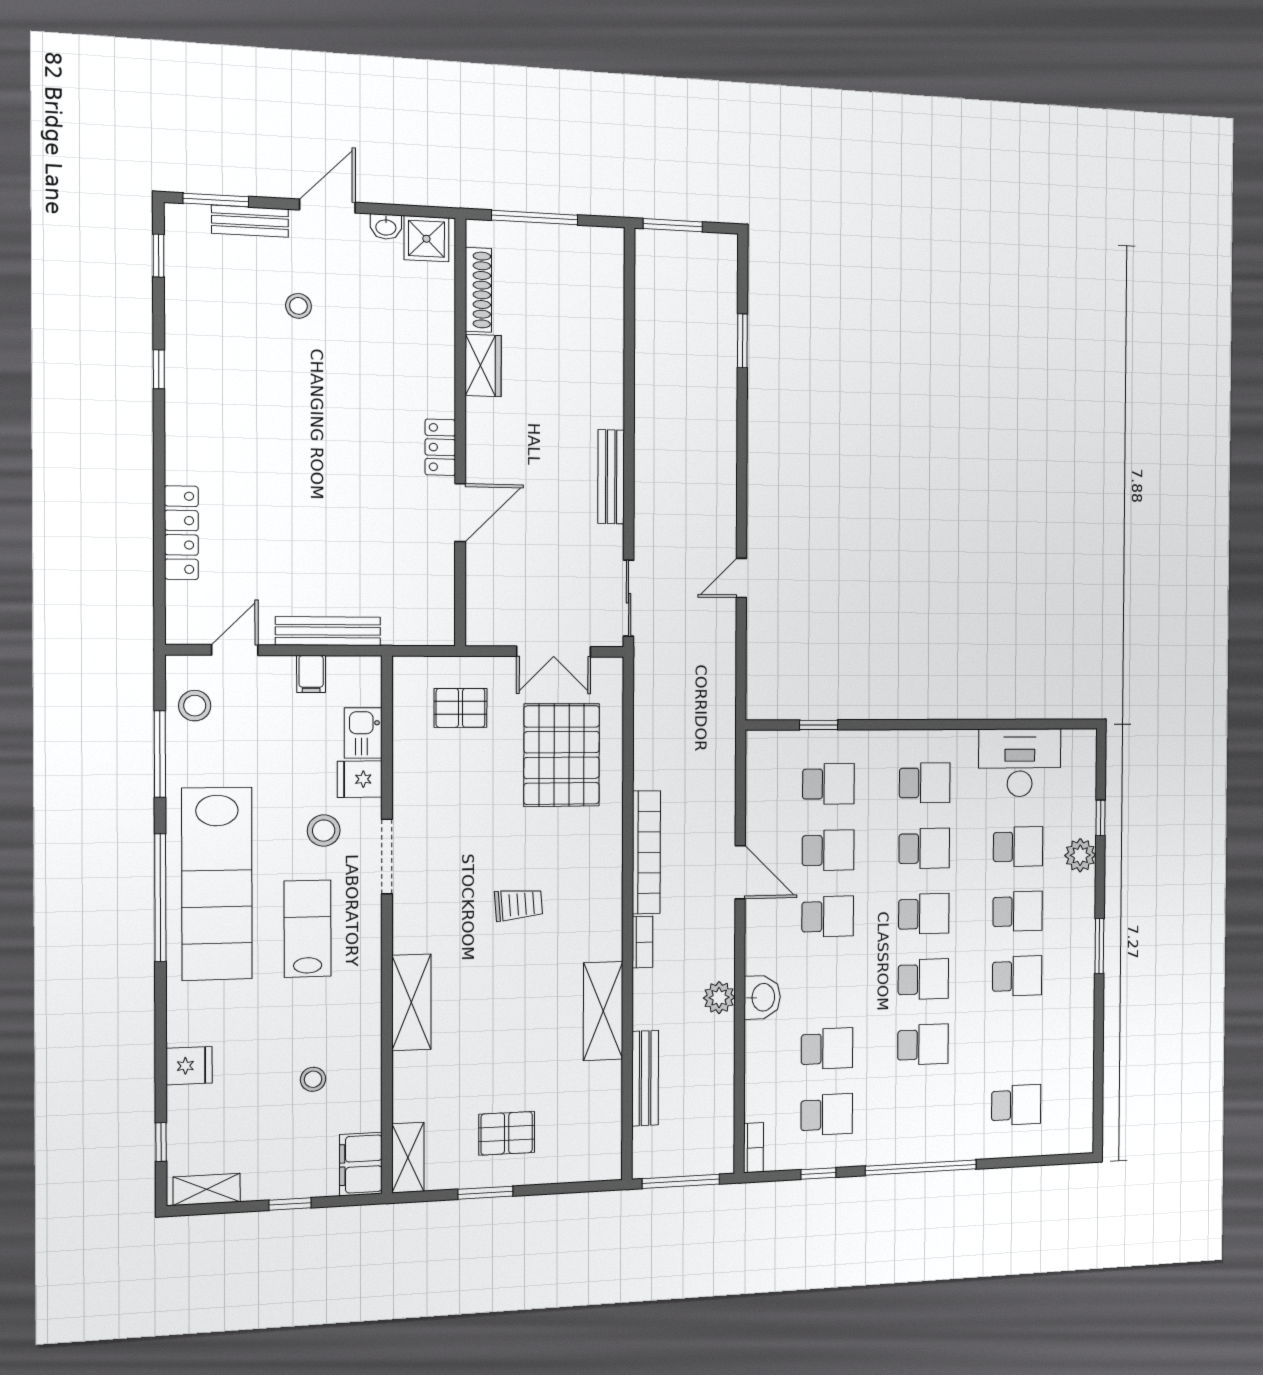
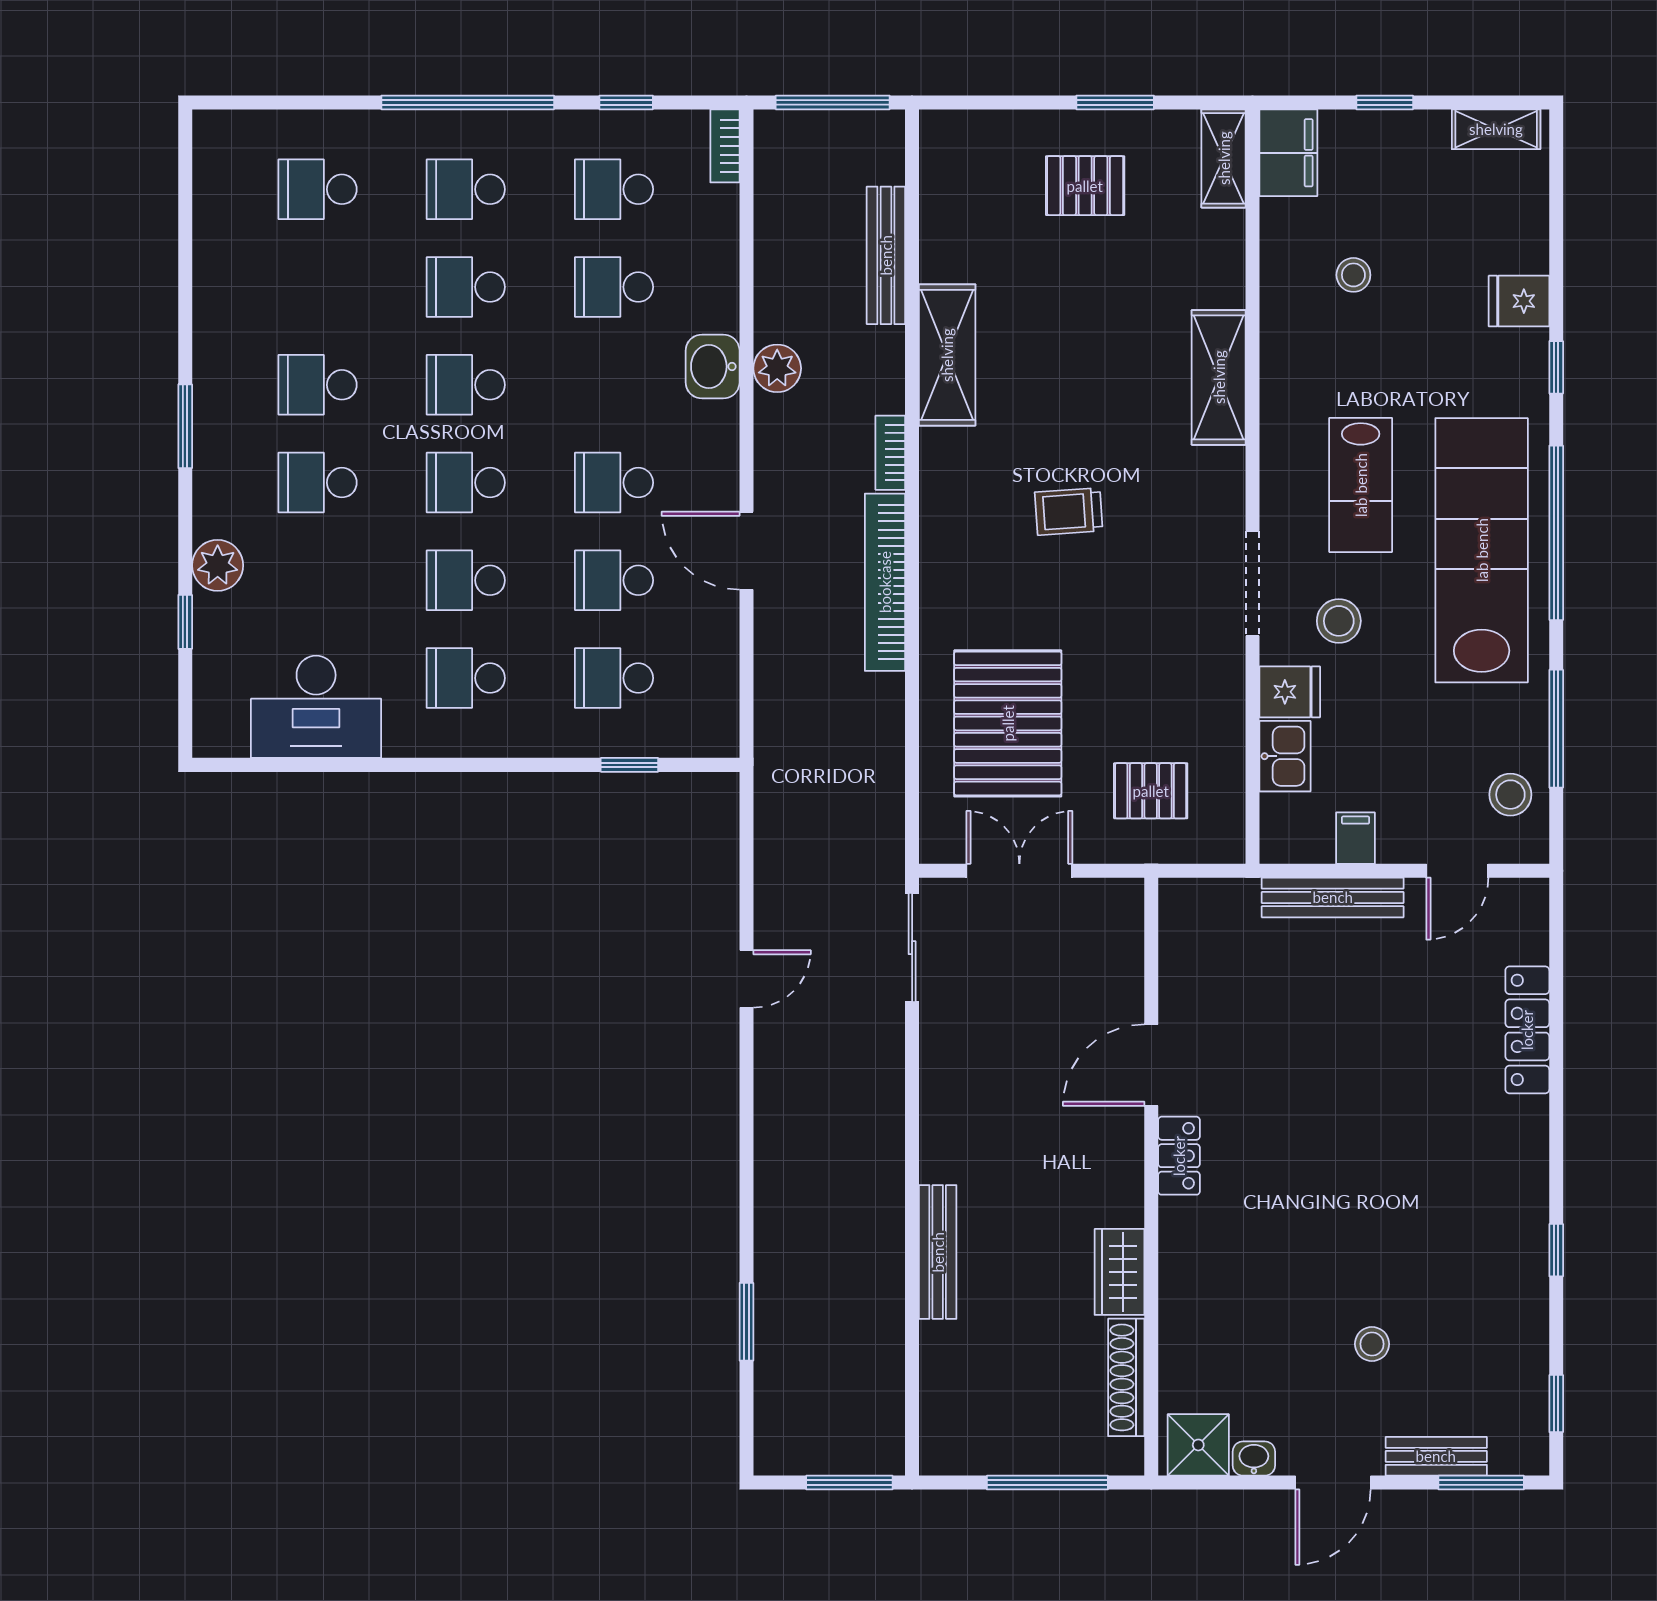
bench: (611, 477) -> (938, 1252), moved
school desk: (1018, 847) -> (466, 189), moved
window: (161, 1142) -> (1556, 367), moved

